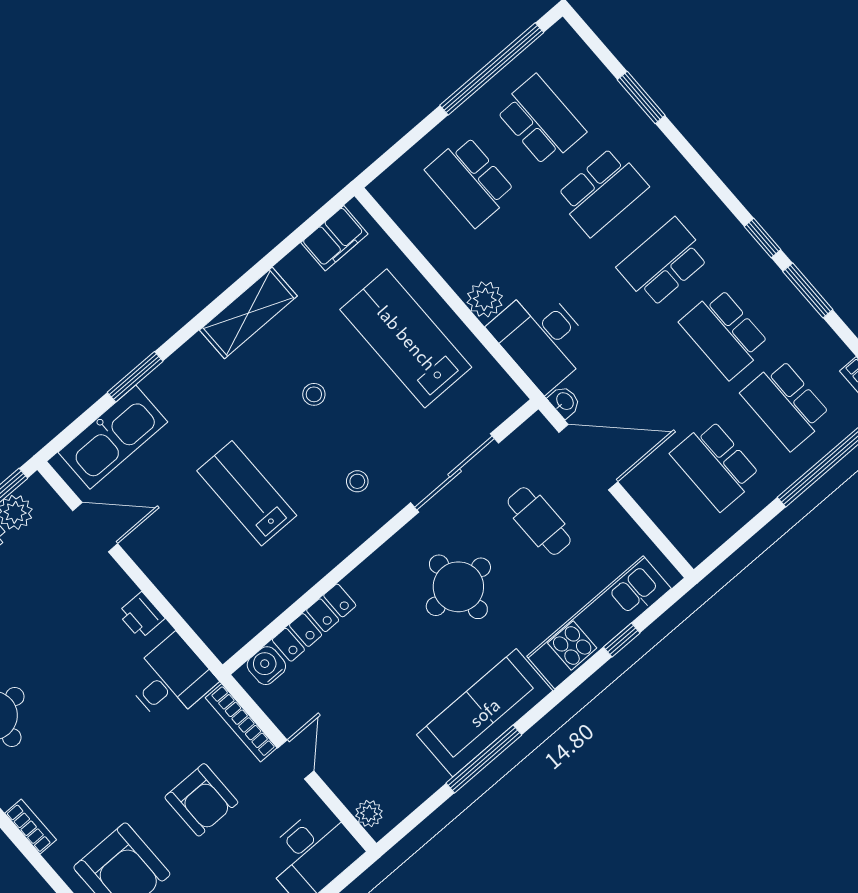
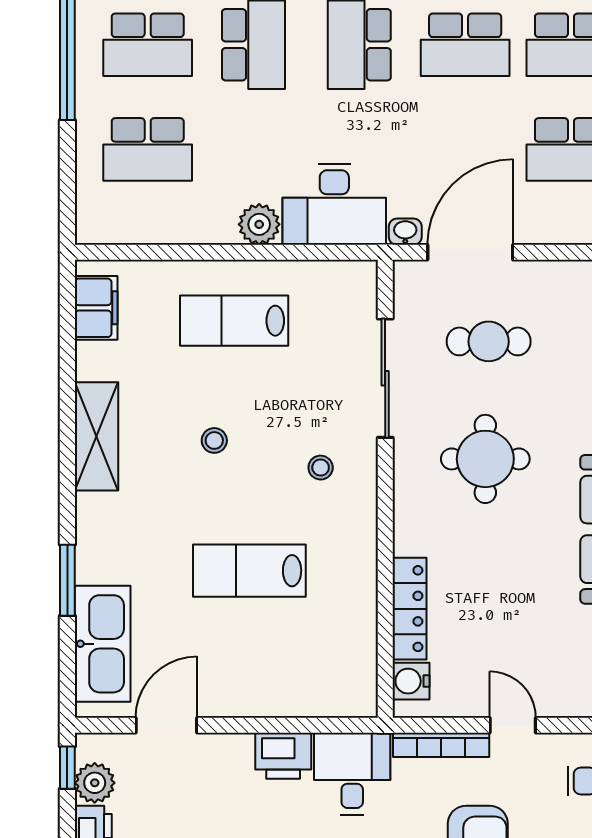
school desk: (541, 121) -> (148, 45), turned 180
lab bench: (406, 338) -> (234, 321), width x0.73, depth x0.72
printer: (141, 616) -> (283, 756), width x1.36, depth x1.24

